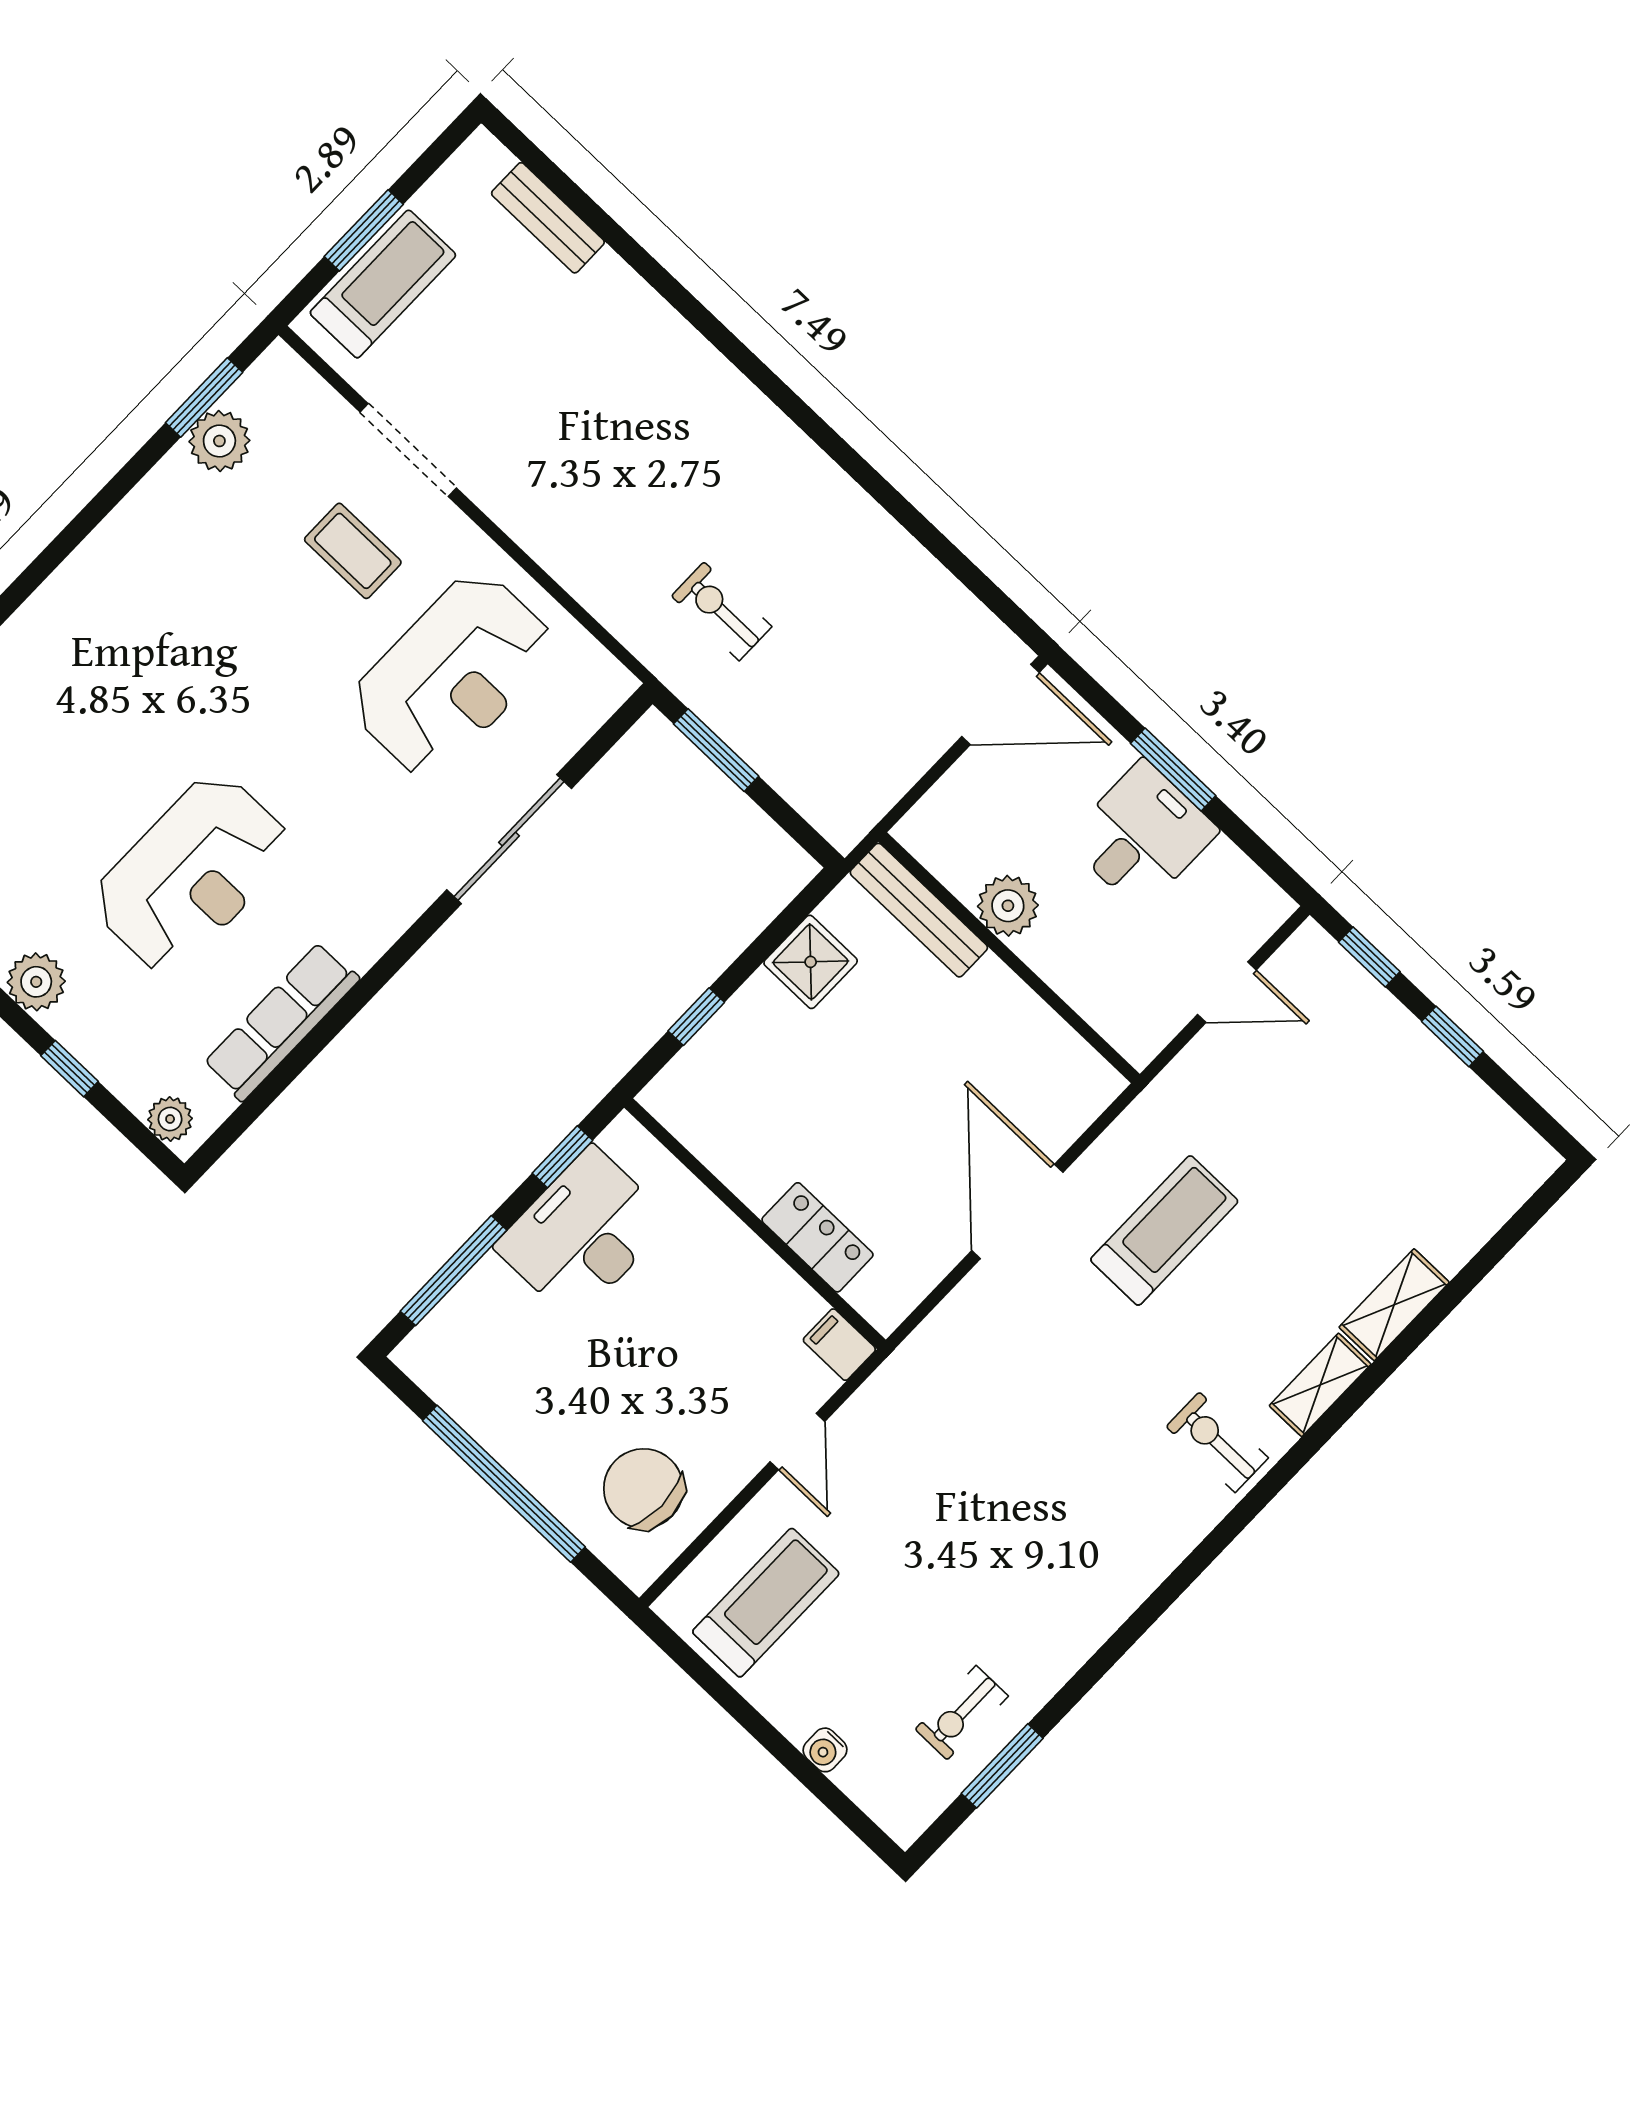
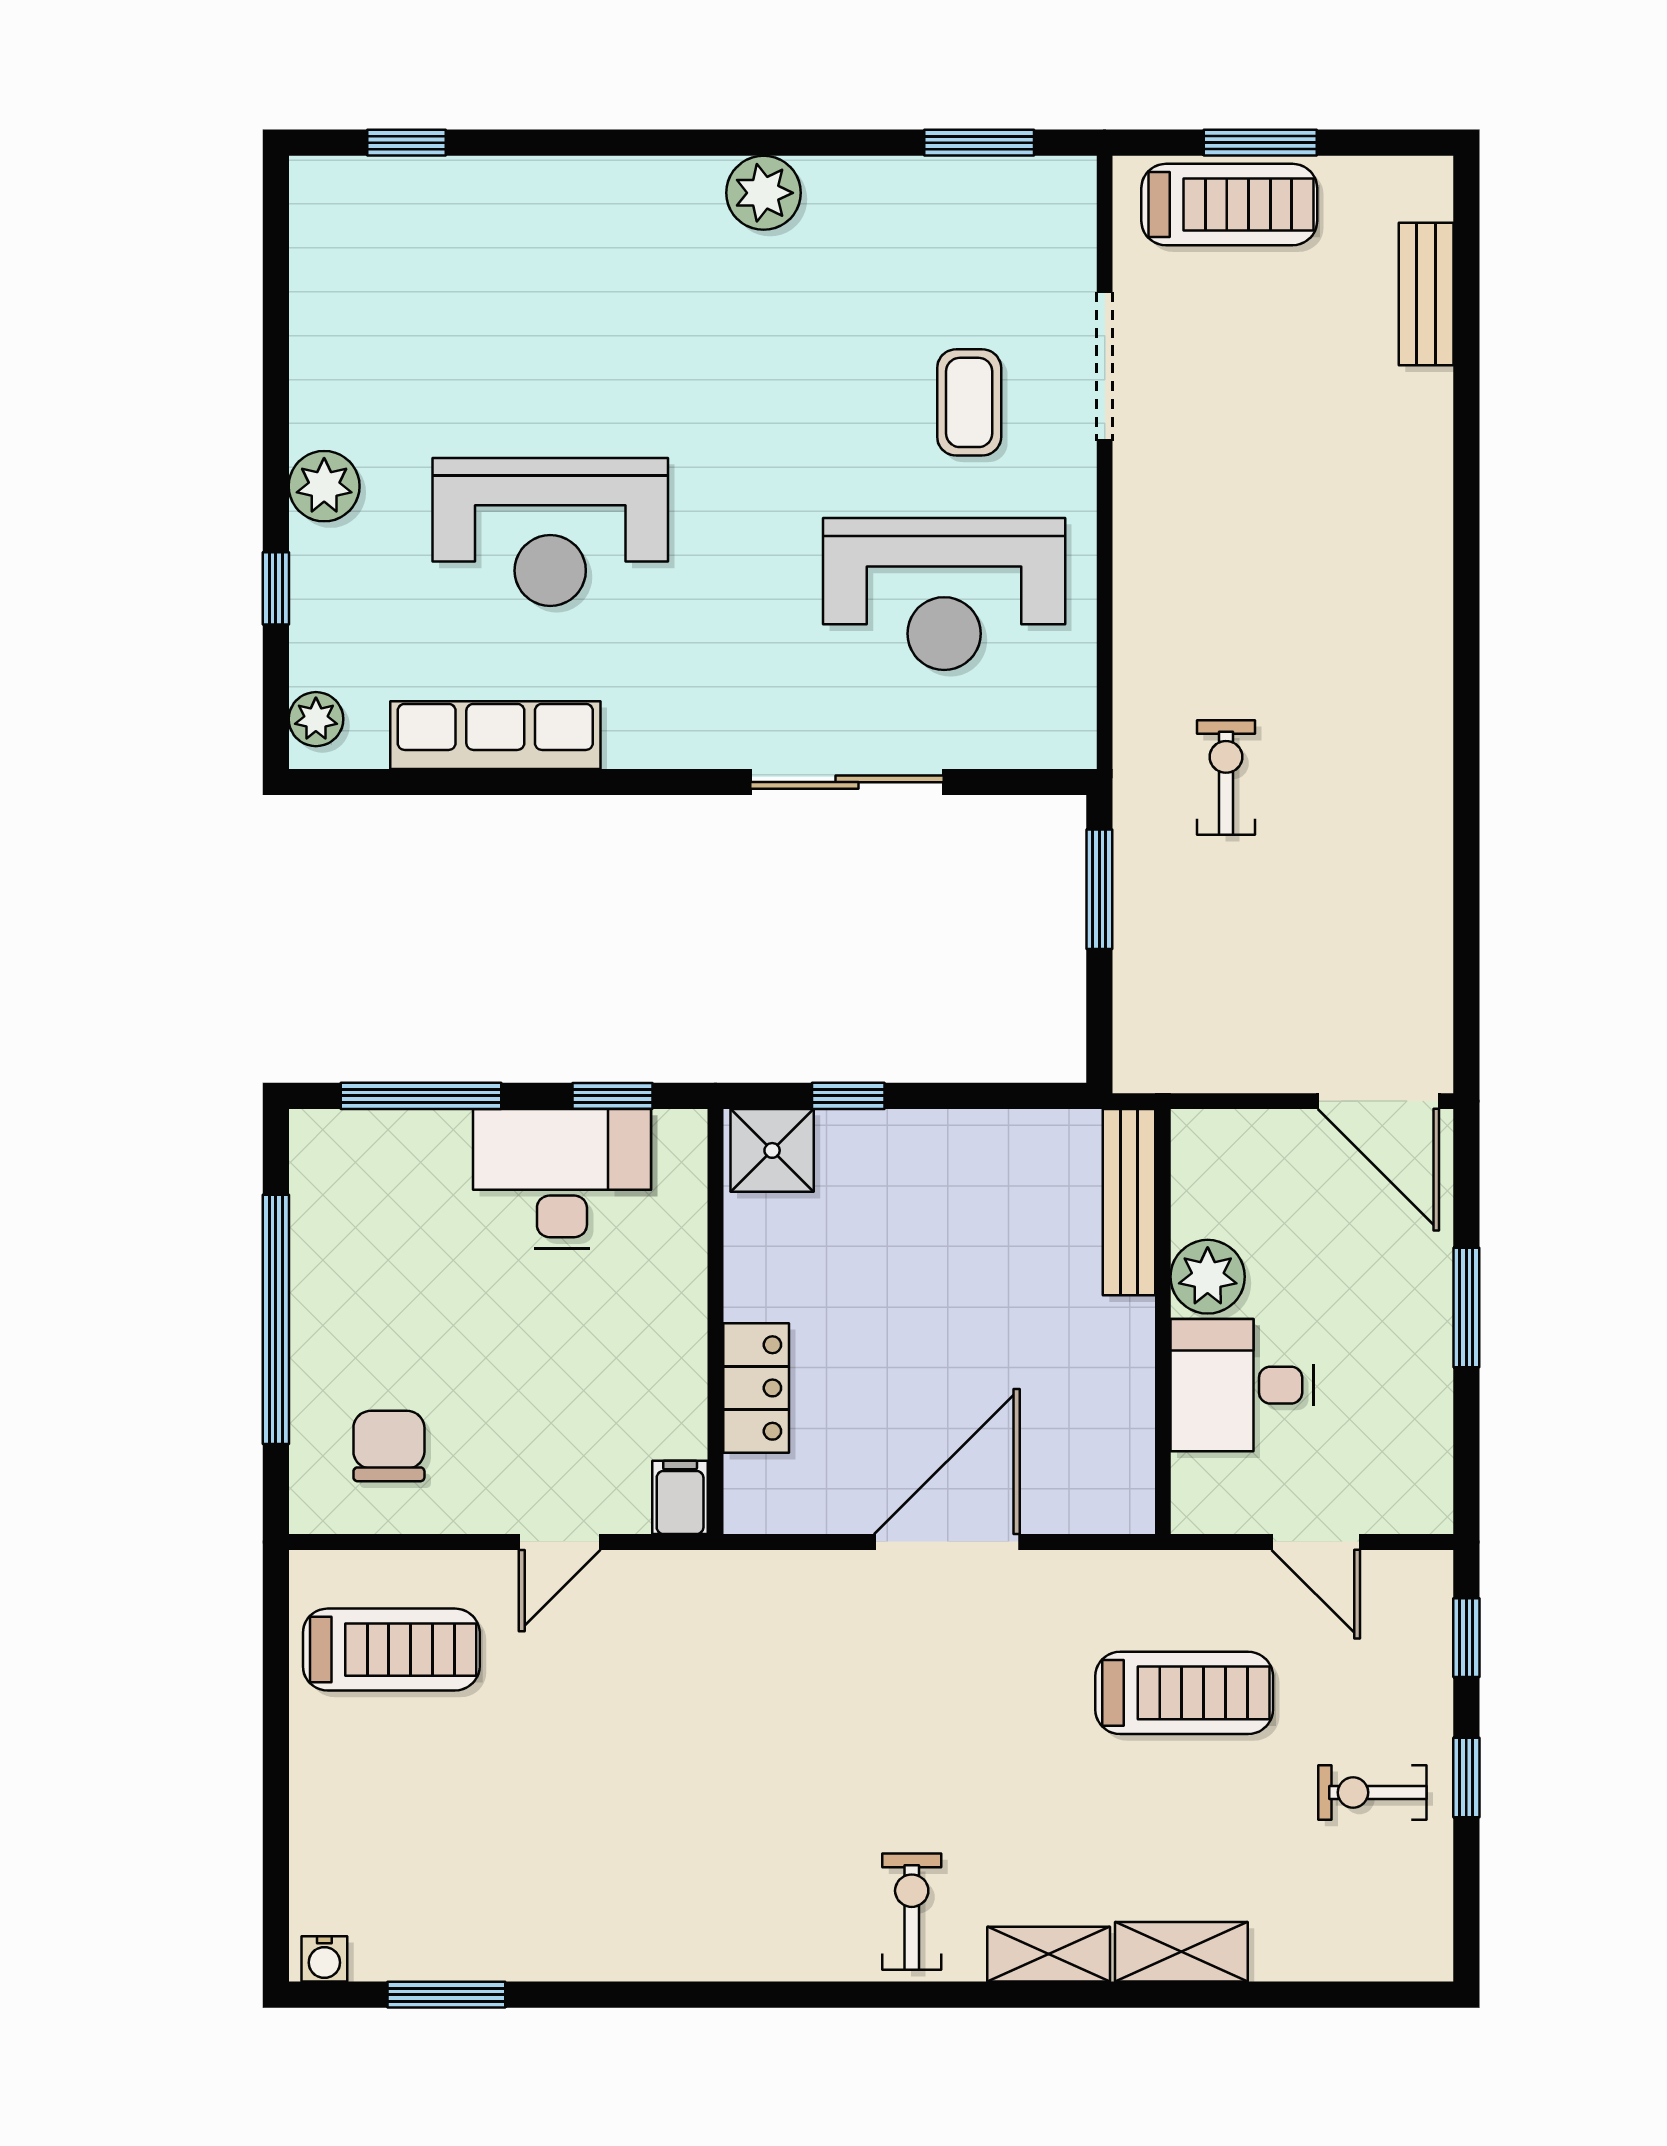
plant: (219, 441) -> (764, 193), moved
desk: (1142, 835) -> (1242, 1385), moved, turned 180
shower: (811, 962) -> (772, 1150), moved
treadmill: (1164, 1230) -> (1184, 1693), moved
chair: (643, 1489) -> (389, 1446), width x0.73, depth x0.73
exercise bike: (962, 1713) -> (1372, 1792), moved
water cooler: (825, 1750) -> (324, 1959), moved, turned -90

